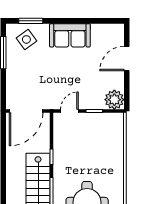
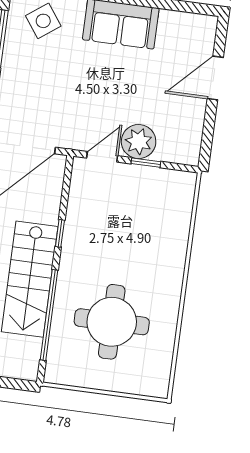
plant: (114, 100) -> (139, 142), moved

